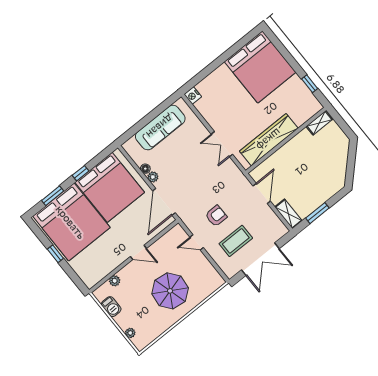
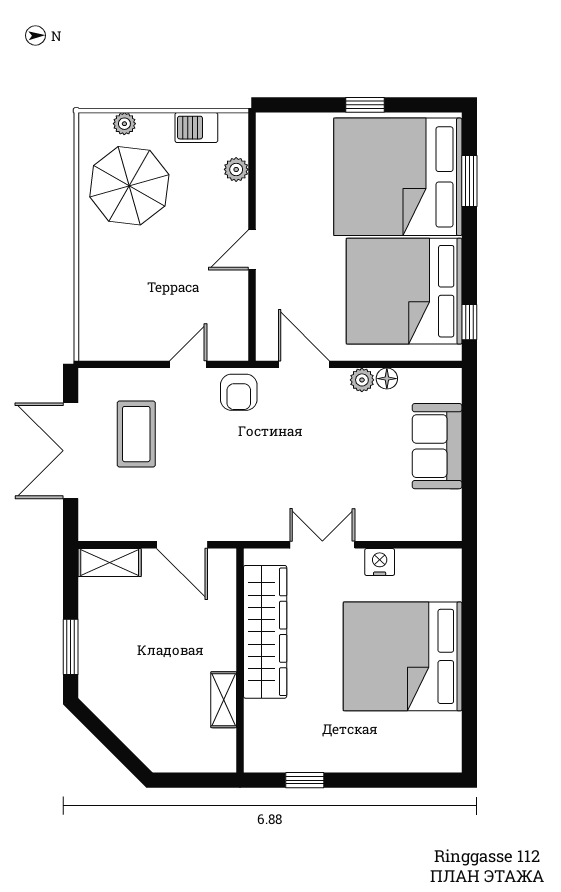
bed: (260, 67) -> (403, 656), moved
nightstand: (193, 96) -> (380, 562), moved
shelving: (319, 123) -> (224, 700), moved
sofa: (160, 127) -> (437, 446), width x0.73
window: (81, 173) -> (469, 322), moved
door: (164, 202) -> (304, 364), width x0.73
window: (317, 213) -> (71, 647), moved
armchair: (216, 216) -> (239, 392), moved
parasol: (170, 291) -> (129, 186), moved

